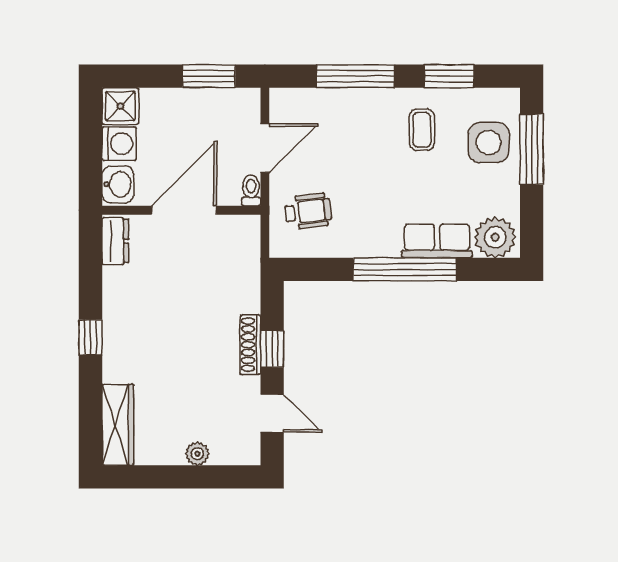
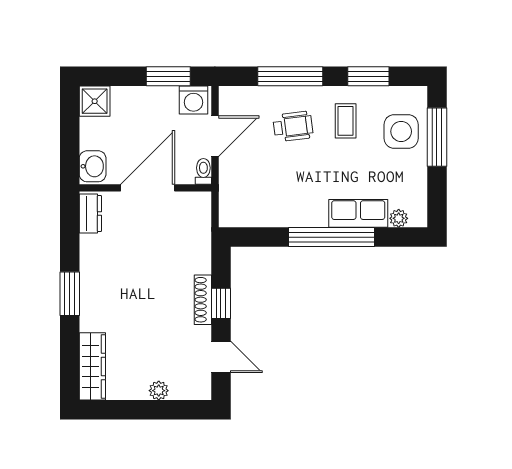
washing machine: (119, 144) -> (193, 100), moved, turned 90
wheelchair: (308, 211) -> (293, 126), moved
plant: (495, 237) -> (399, 218), width x0.53, depth x0.53
window: (90, 337) -> (70, 294), width x1.50

